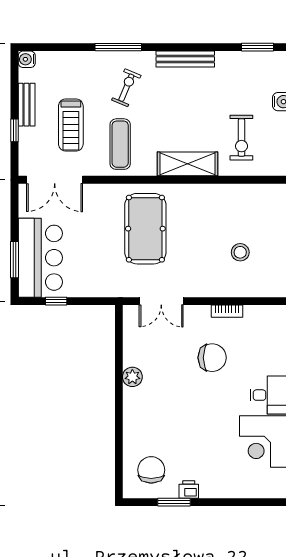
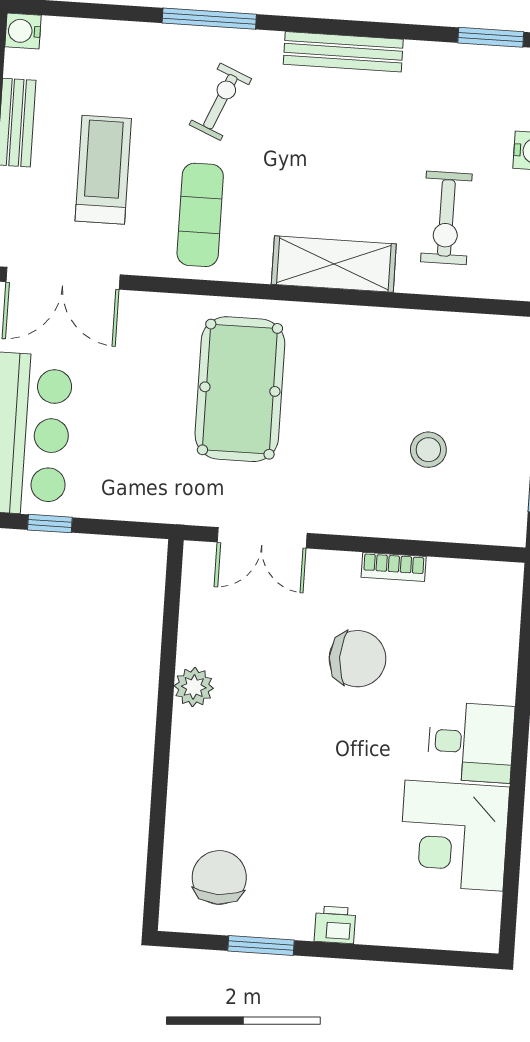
treadmill: (71, 125) -> (103, 170), turned 180
printer: (189, 489) -> (335, 925), moved

